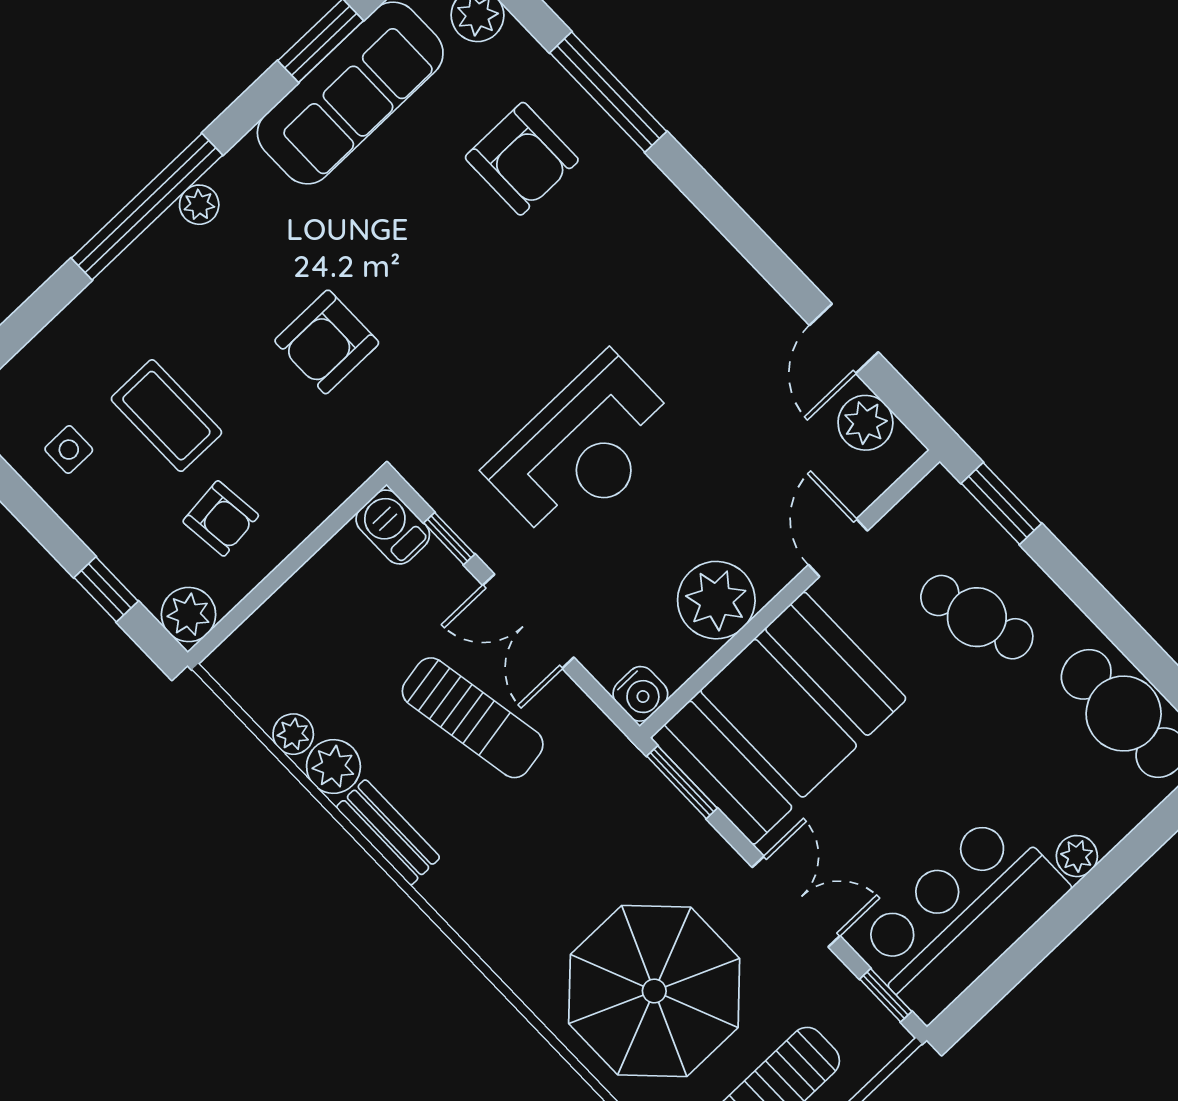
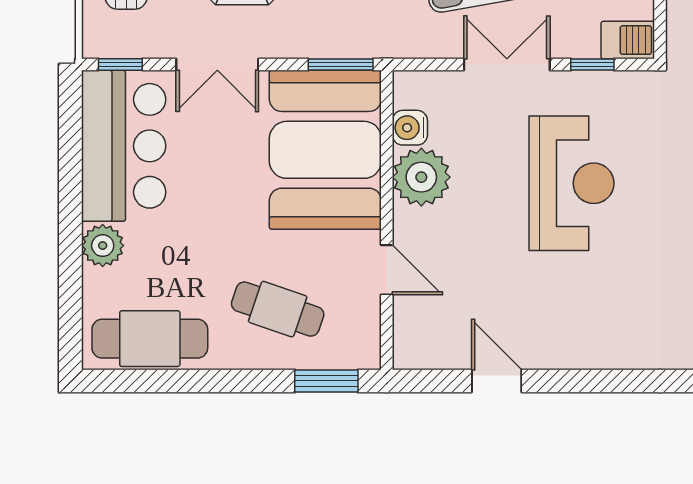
plant: (865, 423) -> (440, 349), removed
reception desk: (583, 449) -> (572, 183), turned 180
cafe table: (977, 617) -> (278, 309), turned 35
water cooler: (640, 694) -> (410, 128), moved
plant: (1077, 856) -> (103, 246), width x1.38, depth x1.38

